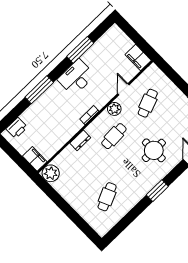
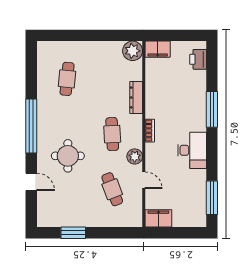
window: (80, 50) -> (212, 198), moved
dresser: (80, 140) -> (136, 97), width x1.44
window: (157, 191) -> (31, 126), width x2.11
cafe table: (107, 197) -> (67, 79), turned 30

